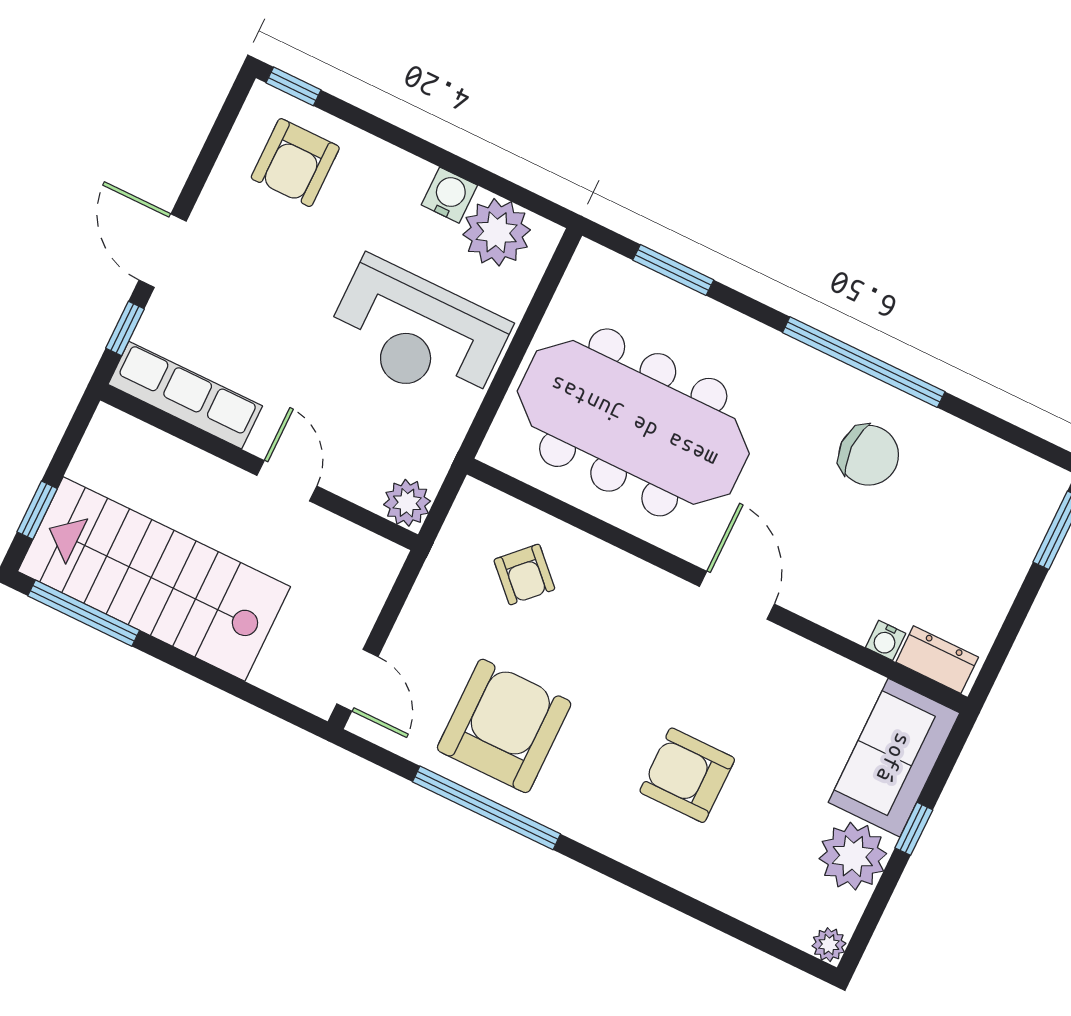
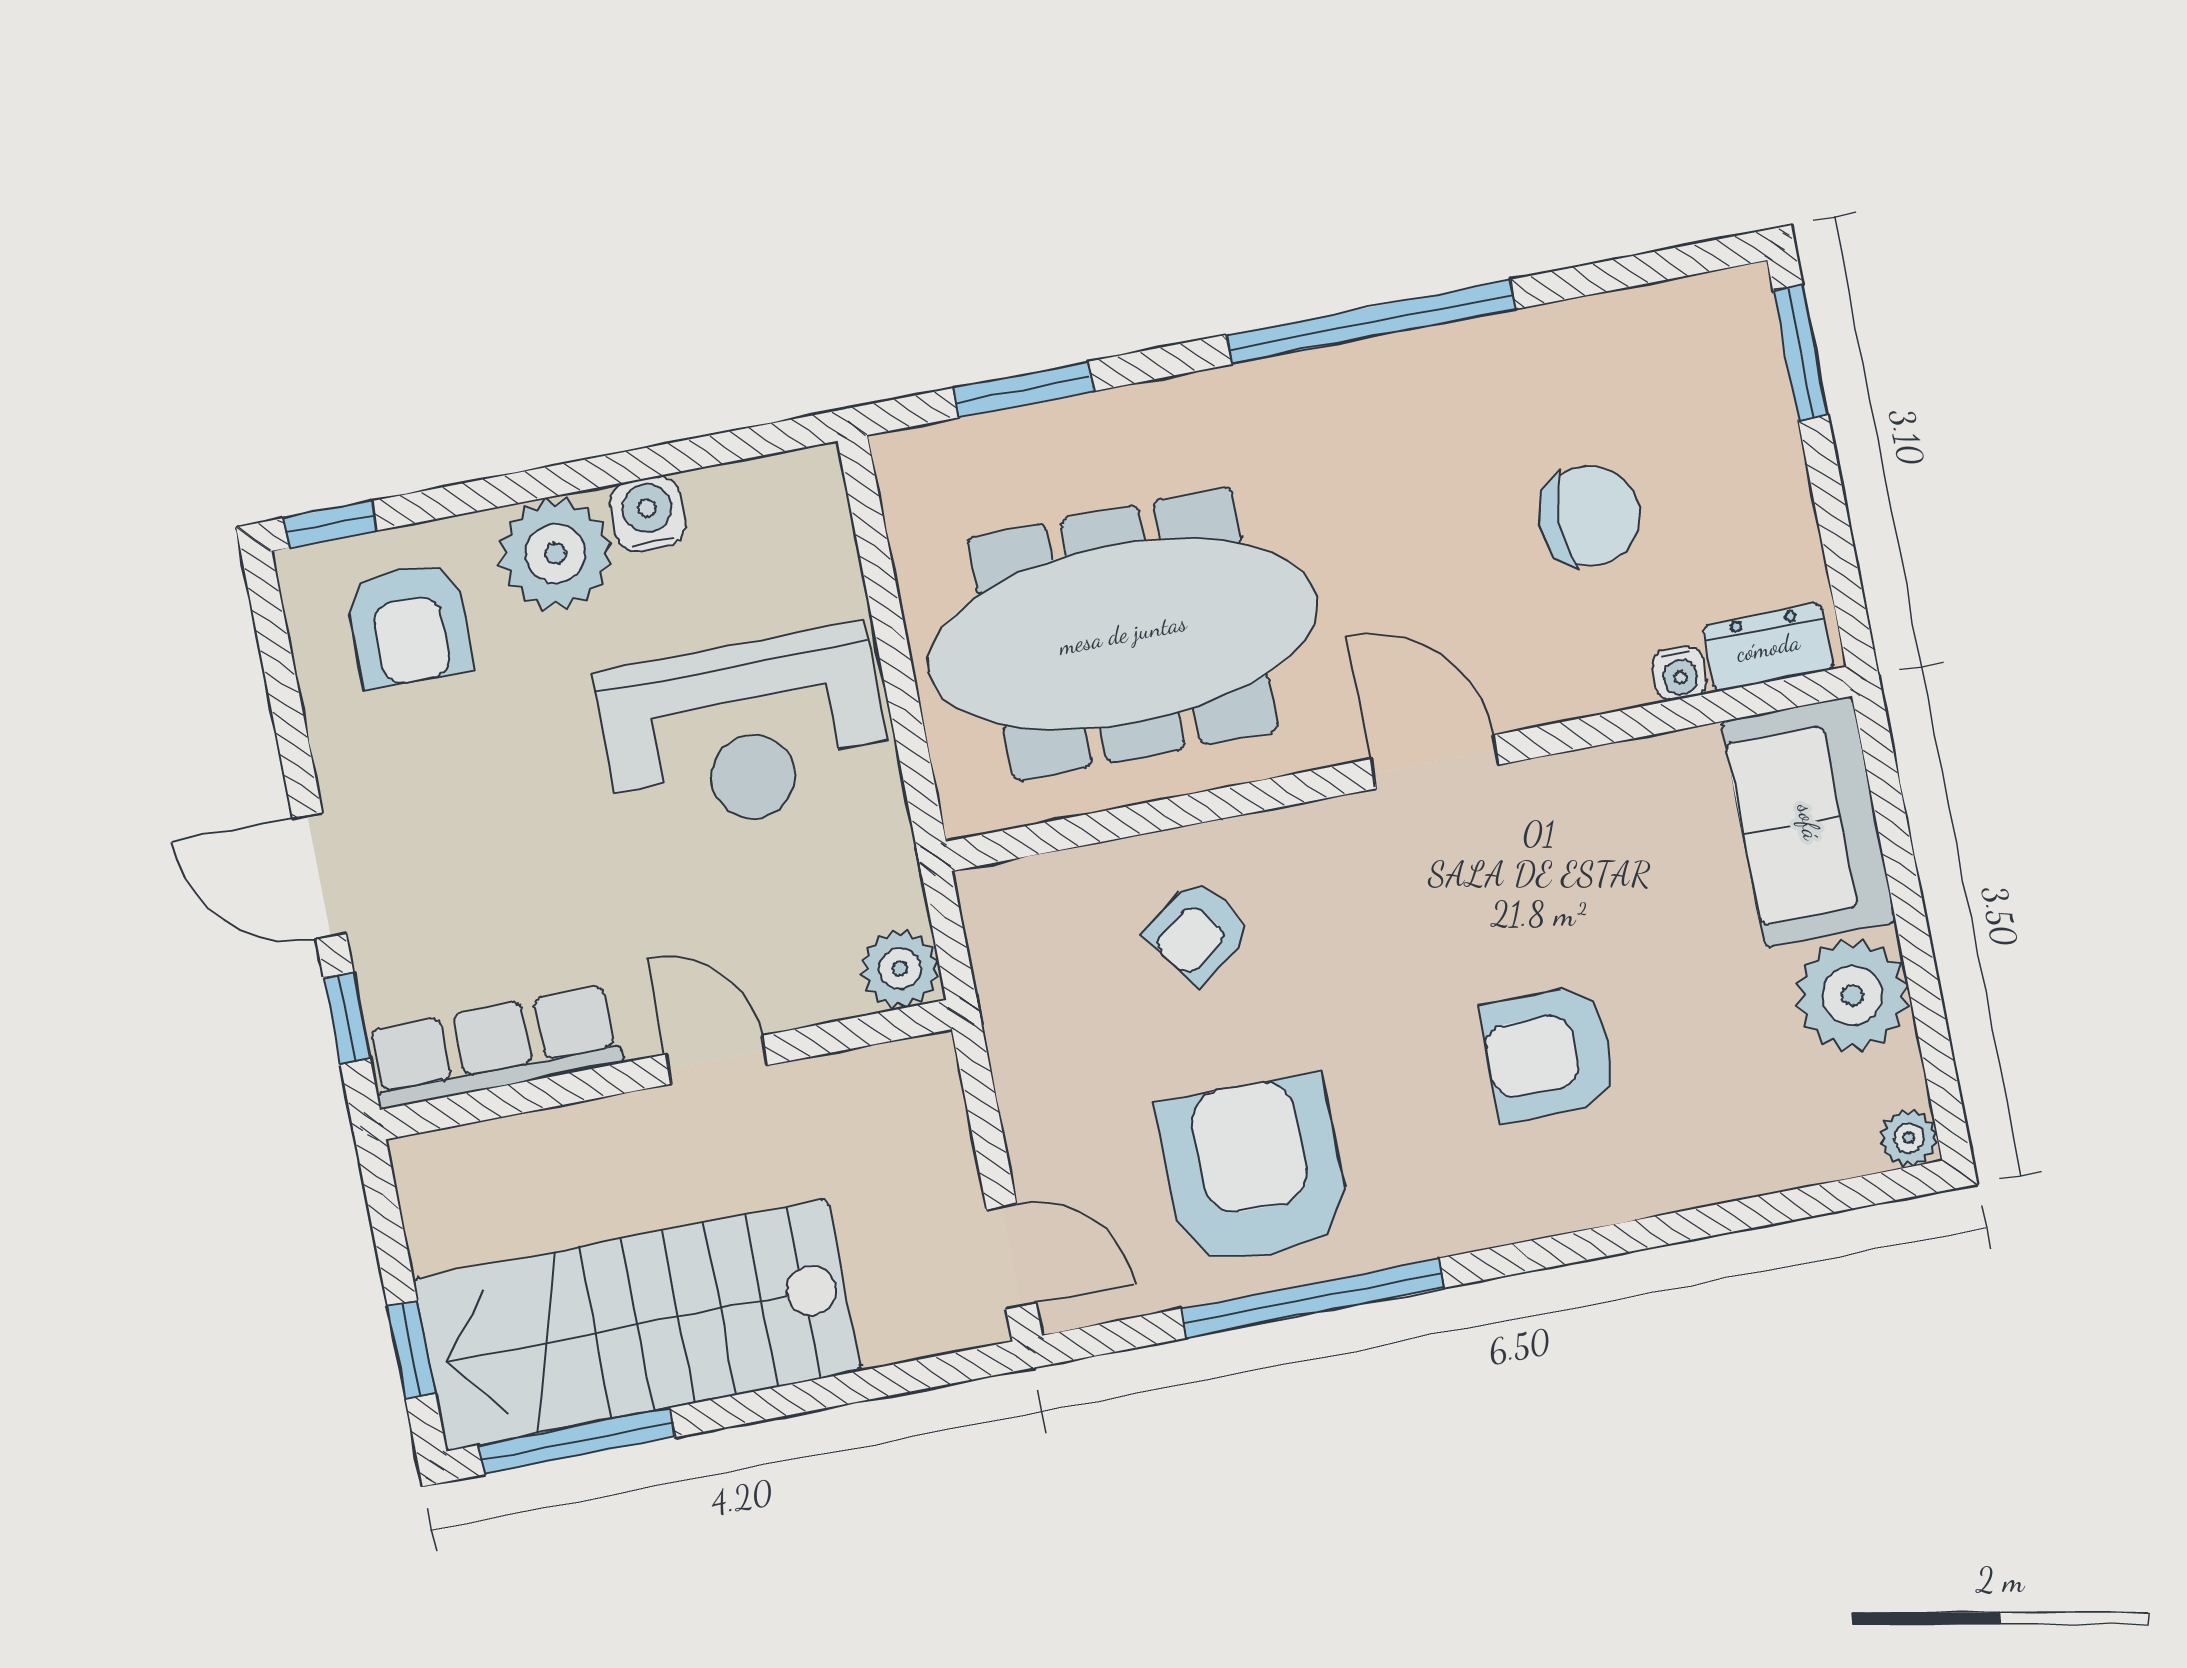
plant: (497, 232) -> (556, 554), moved
chair: (869, 455) -> (1589, 516), moved
armchair: (524, 574) -> (1198, 931), moved, turned 99
window: (914, 829) -> (1906, 897), removed

